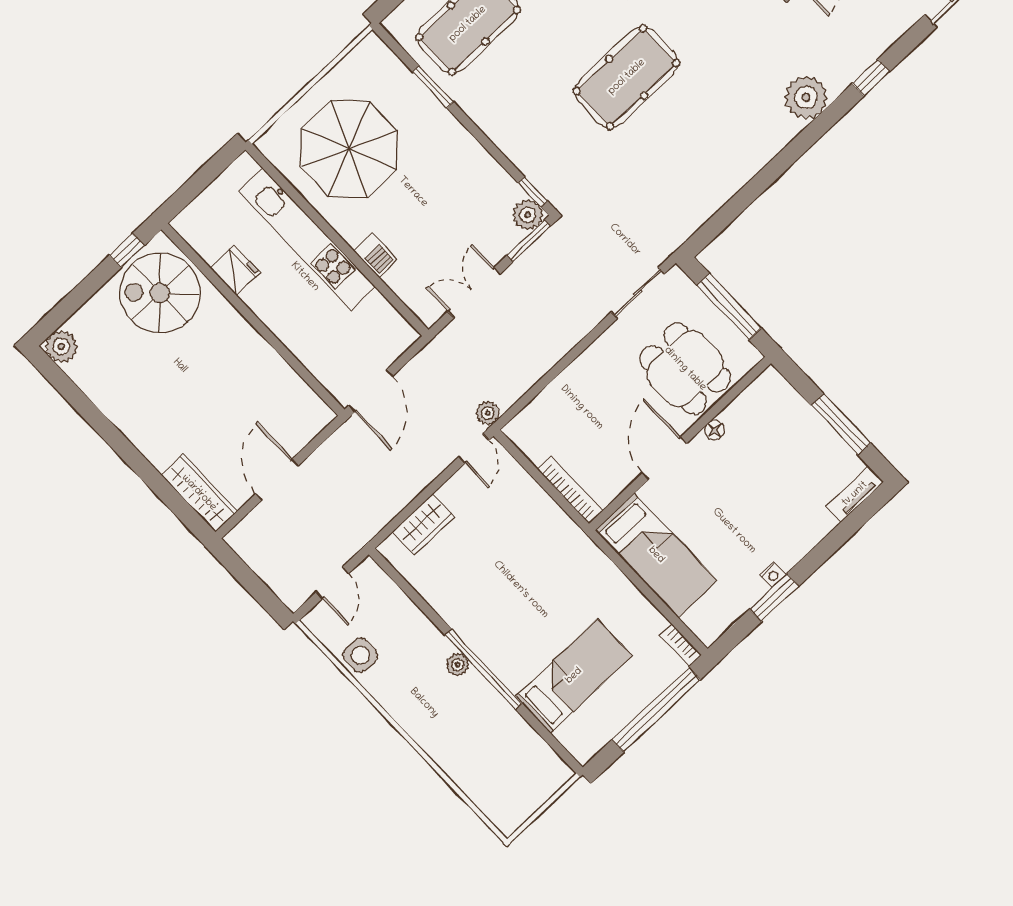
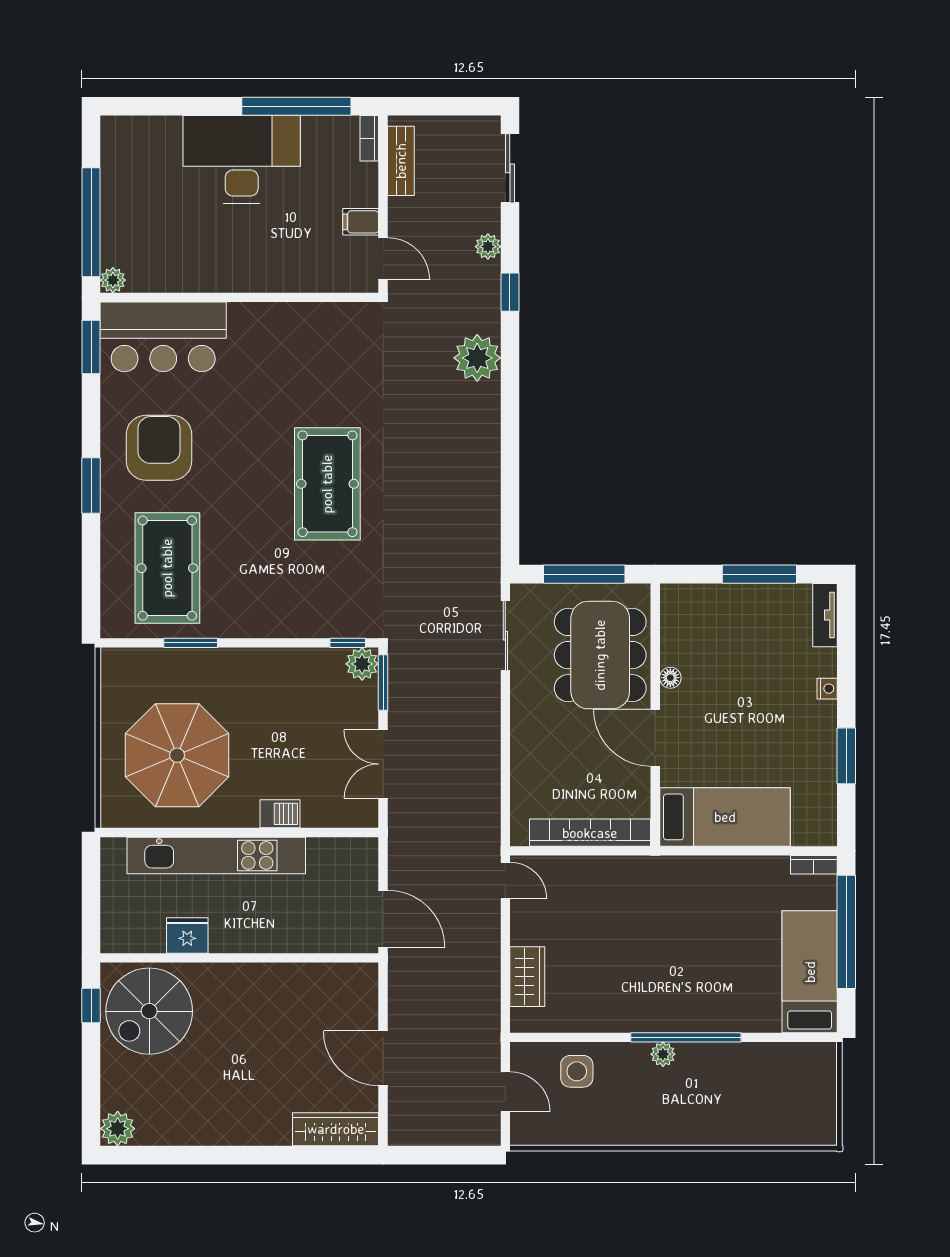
dining table: (685, 369) -> (600, 655), width x1.38
plant: (488, 413) -> (488, 247), moved
bookcase: (570, 490) -> (590, 833), width x1.48, depth x1.31
nightstand: (772, 575) -> (827, 689), moved
side table: (360, 655) -> (577, 1071), moved
bed: (574, 676) -> (810, 972), moved

